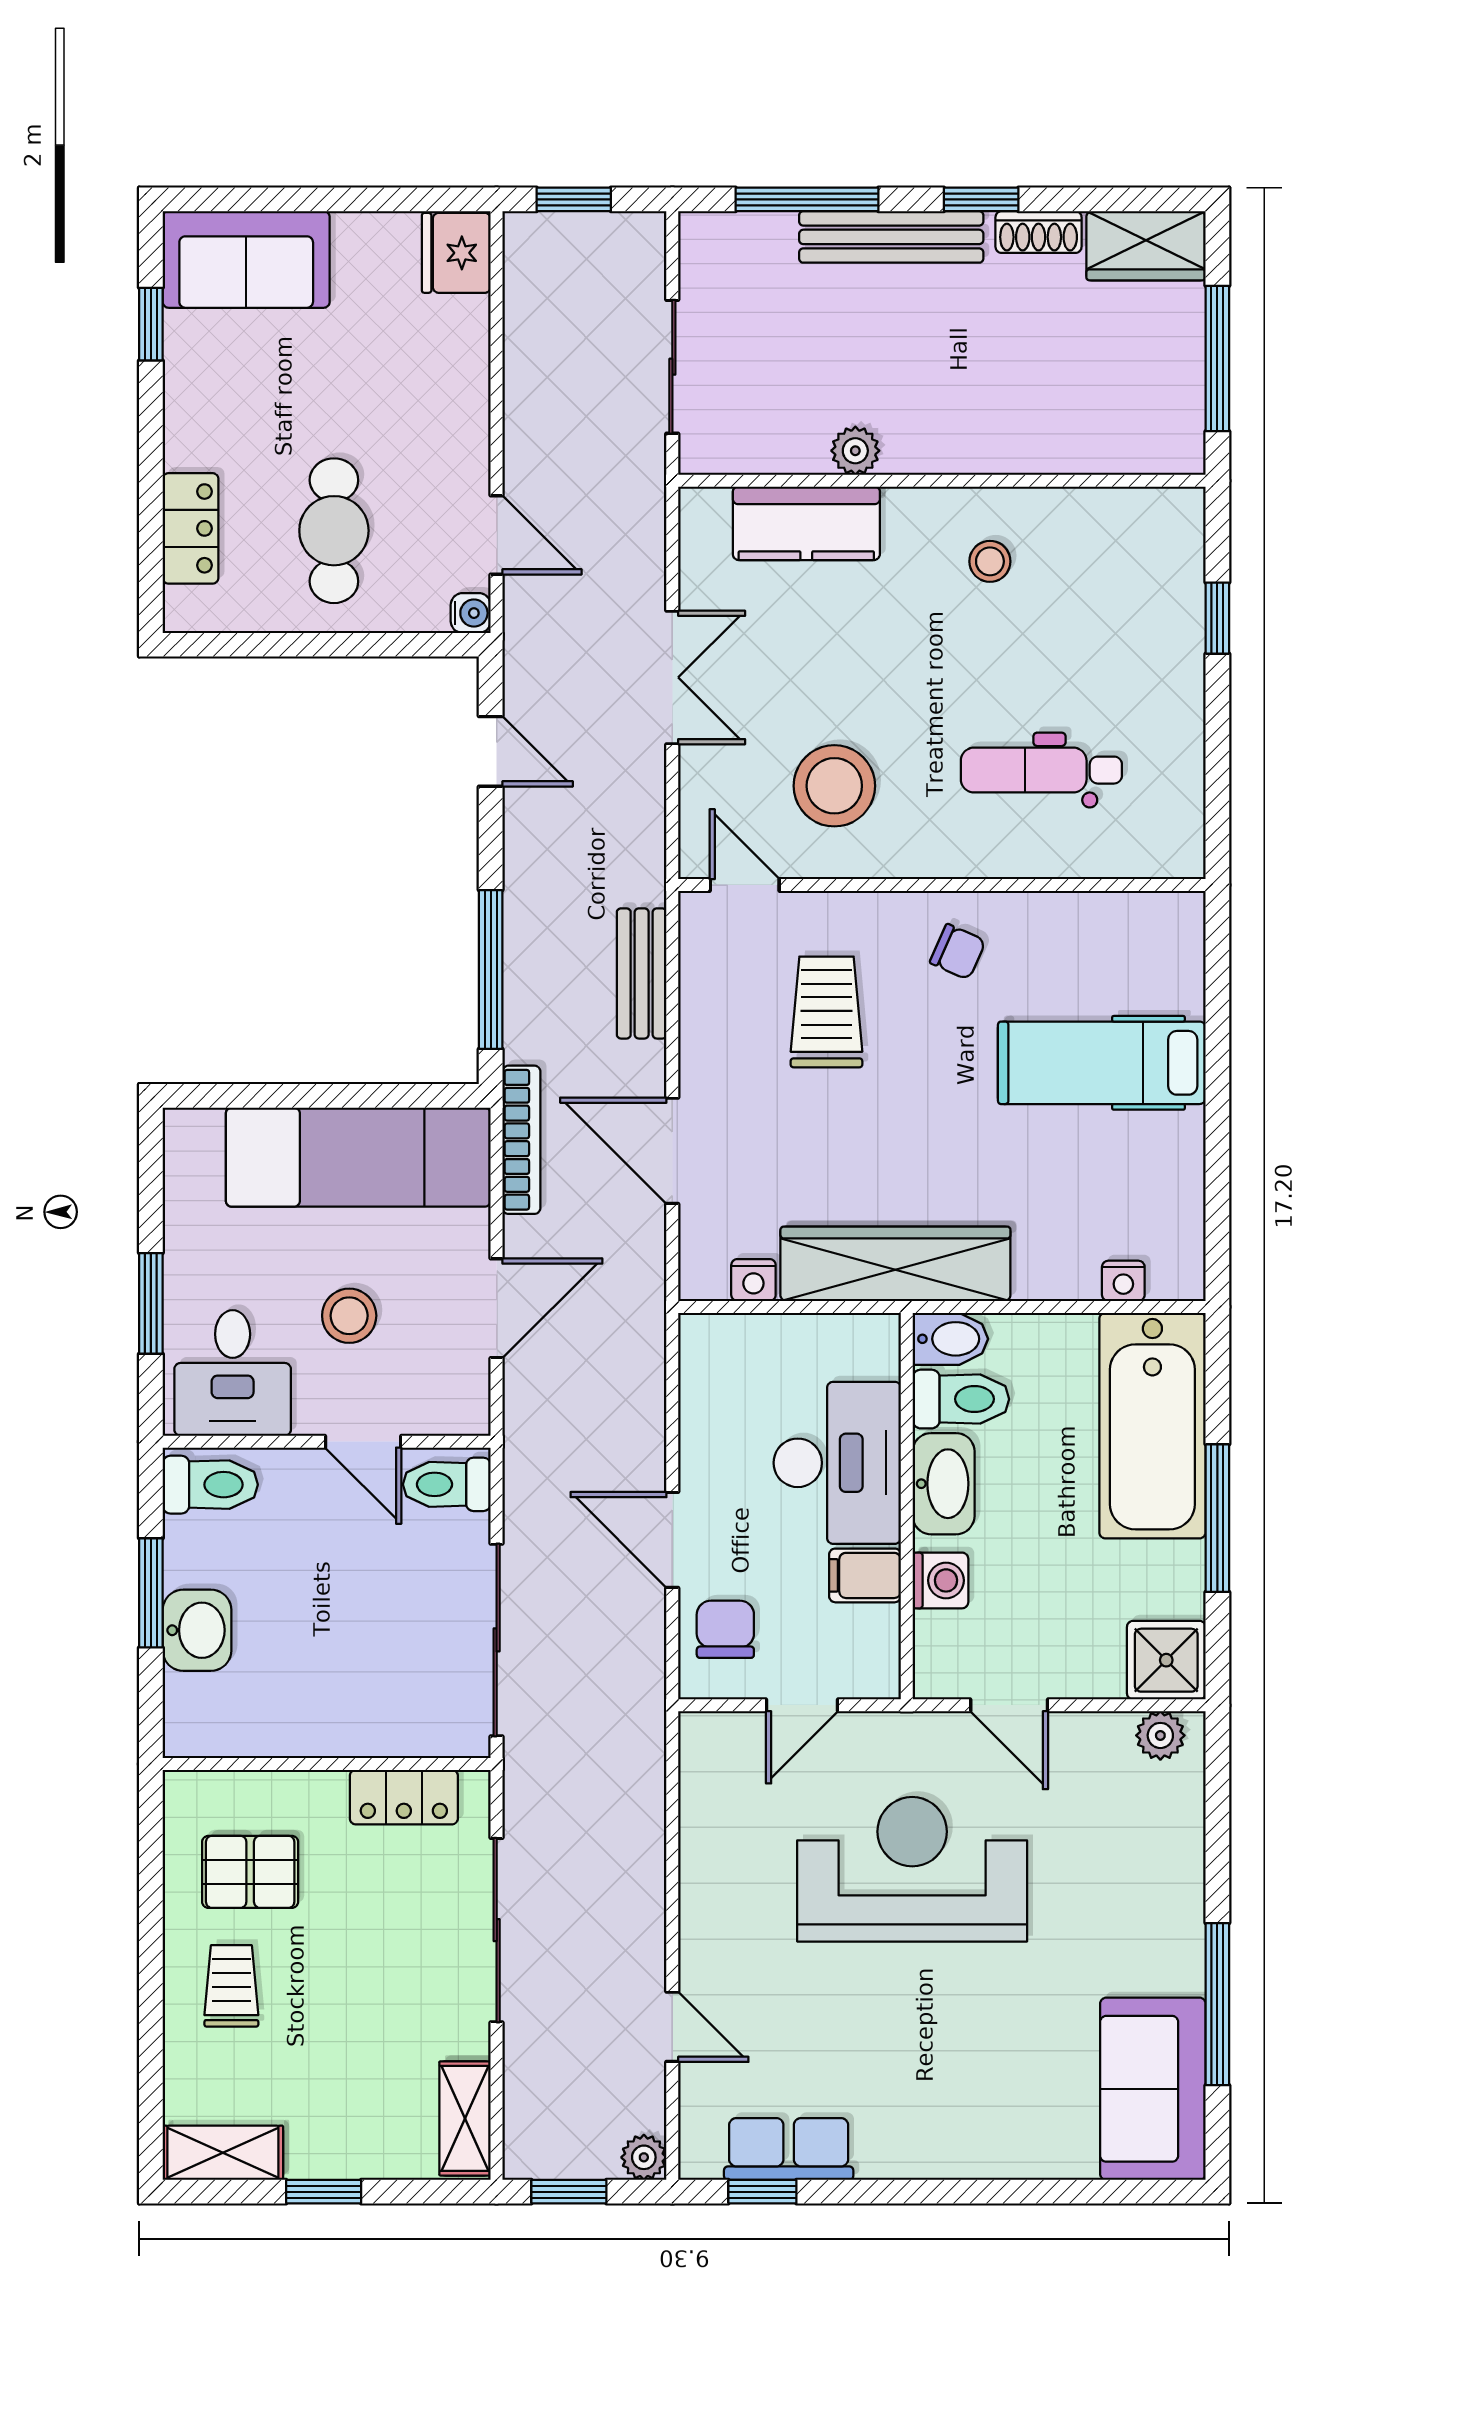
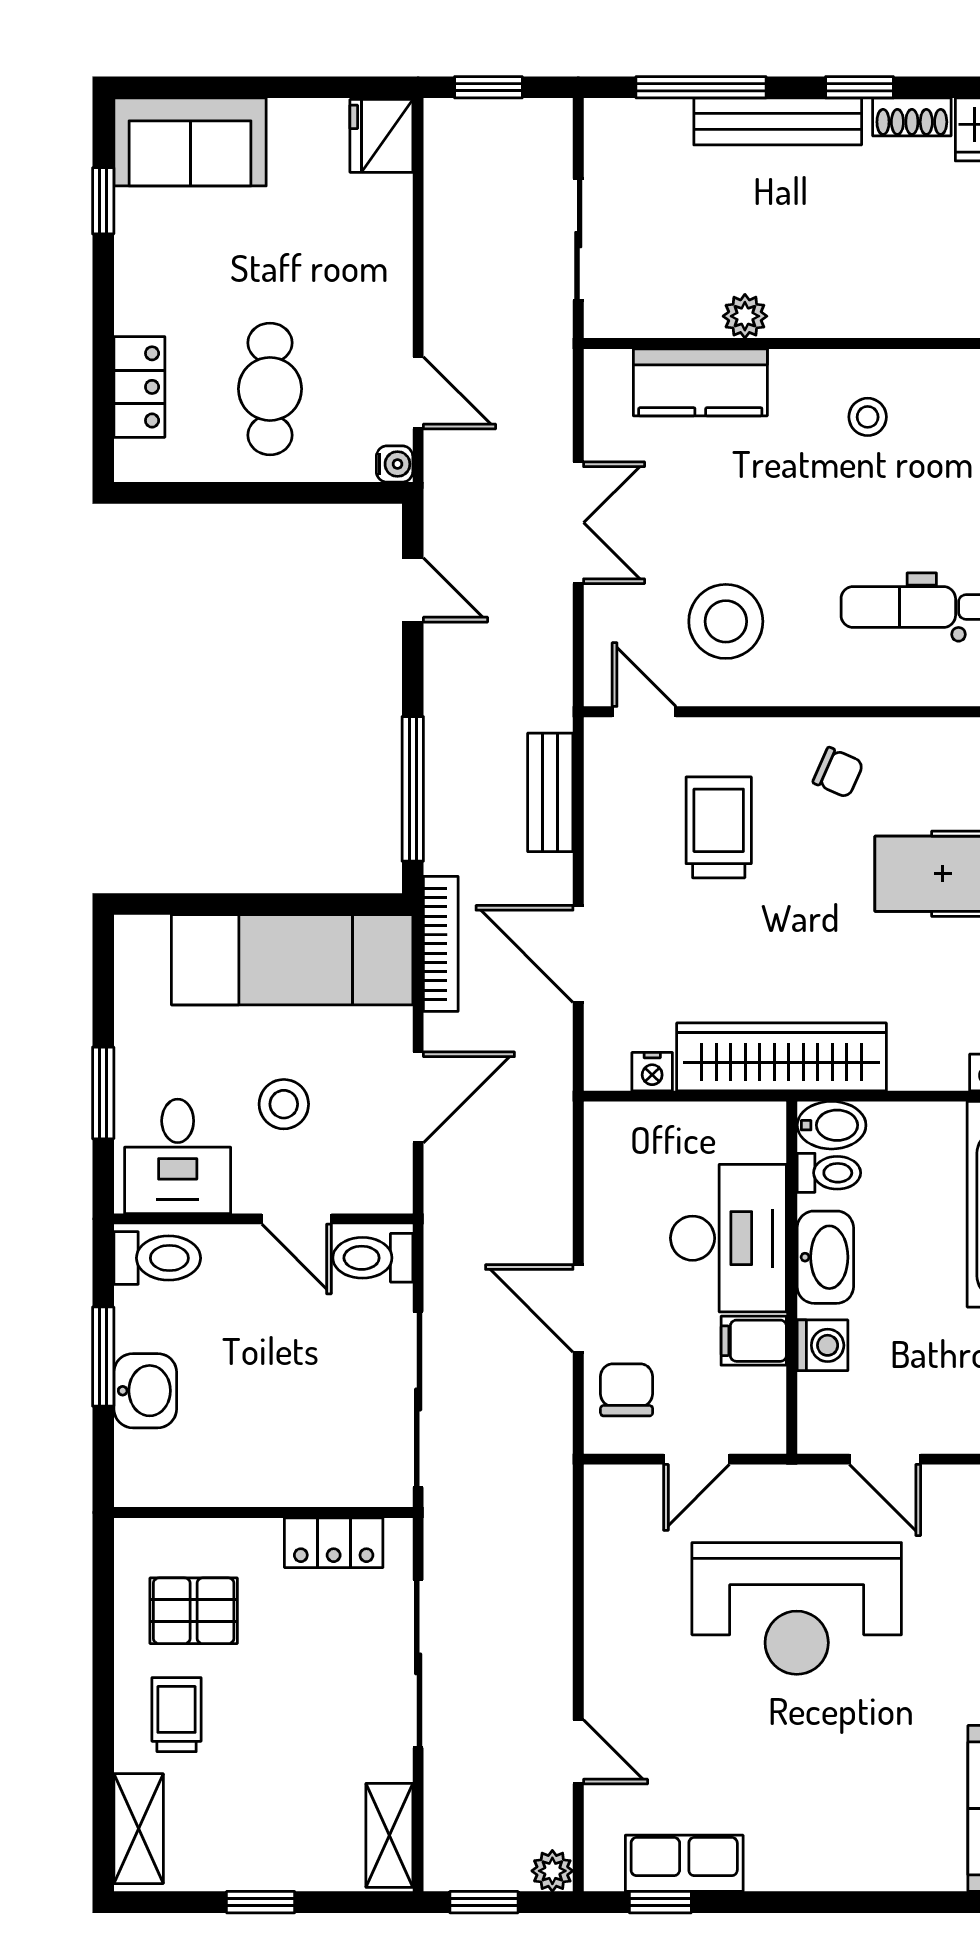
toilet: (961, 1399) -> (829, 1173), width x0.73, depth x0.72
reception desk: (912, 1869) -> (797, 1608), turned 180
shelving: (223, 2153) -> (139, 1829), moved, turned 90

